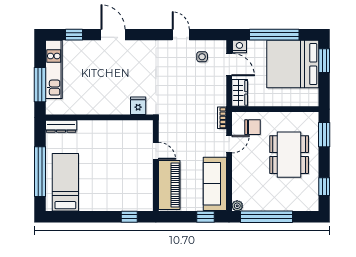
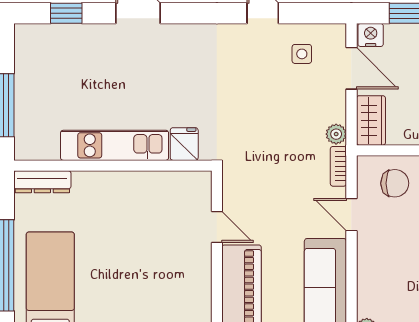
kitchen unit: (54, 69) -> (115, 145), moved, turned -90
plant: (221, 100) -> (336, 134), added
door: (229, 144) -> (351, 215), swing flipped

